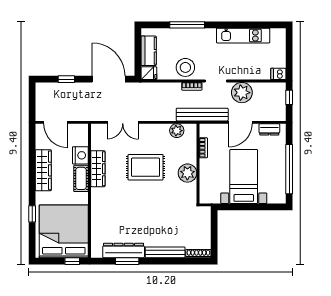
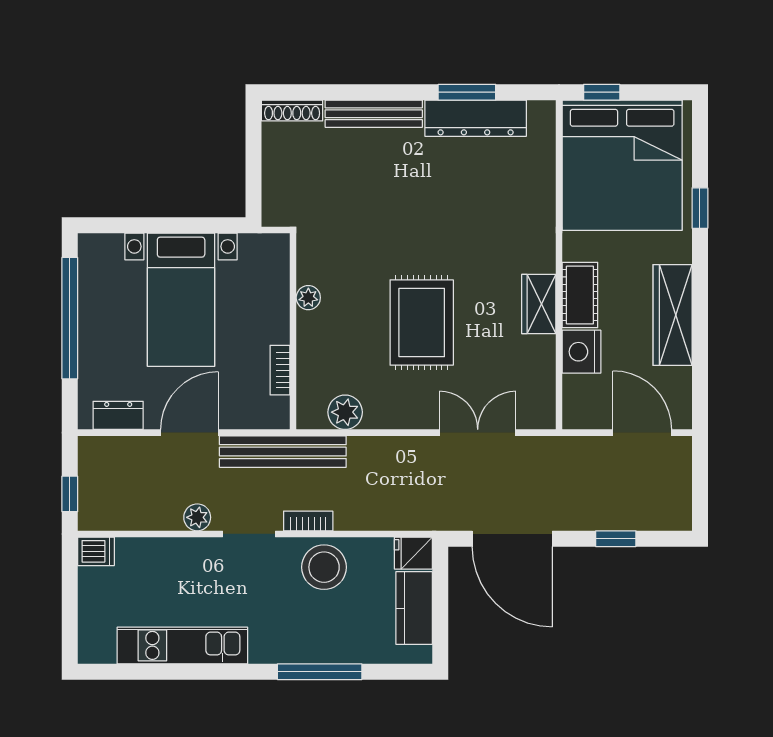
plant: (242, 93) -> (197, 517), width x0.53, depth x0.53
rug: (146, 167) -> (422, 322), turned 90
wardrobe: (98, 169) -> (539, 304), width x0.67
plant: (187, 173) -> (308, 298), width x0.53, depth x0.53

